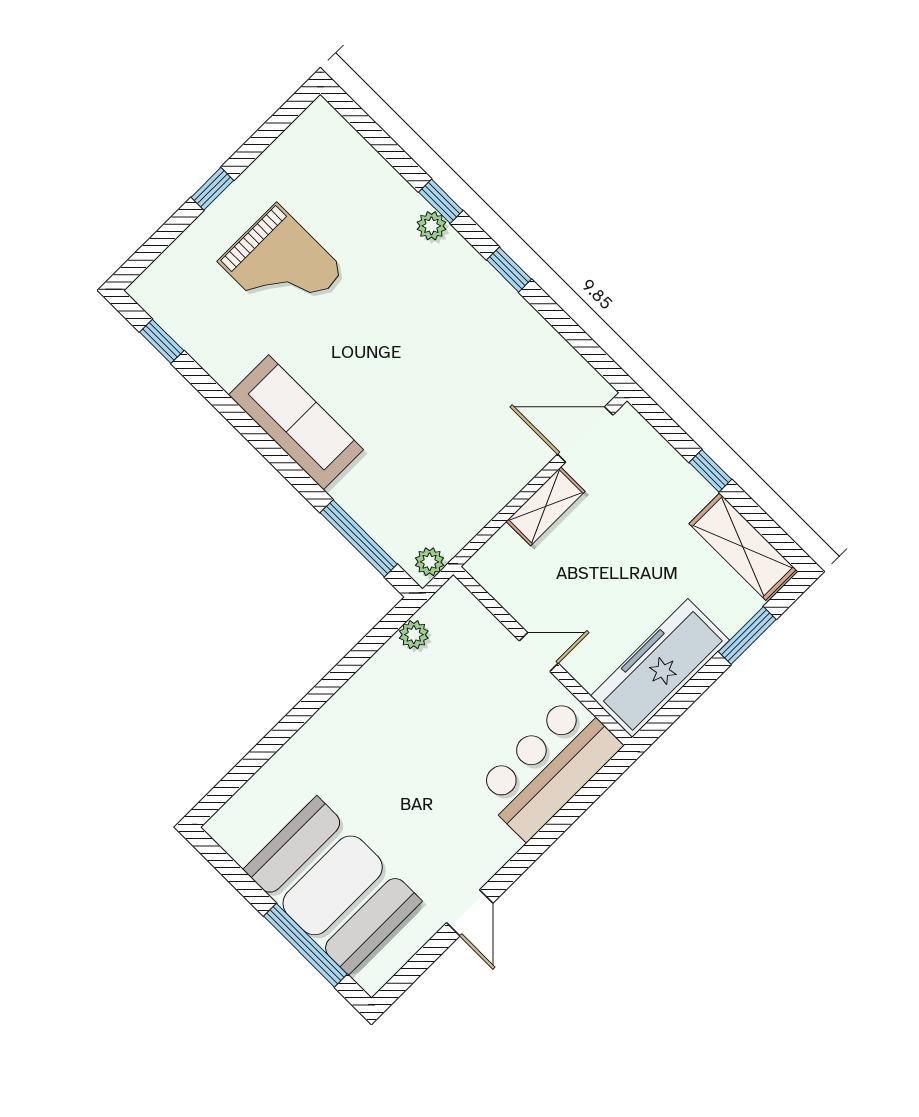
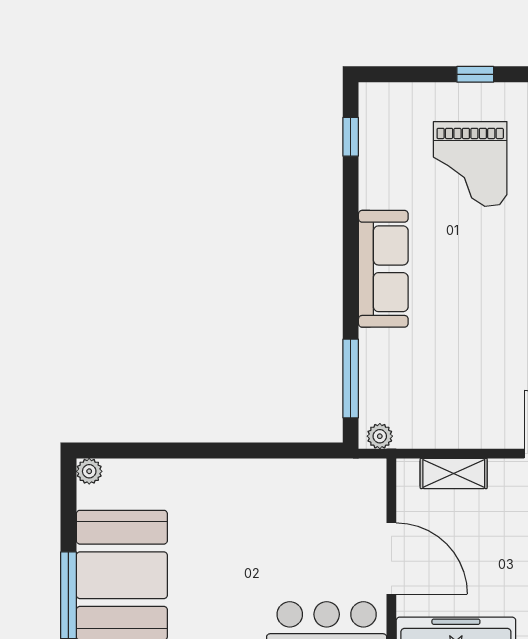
shelving: (546, 506) -> (454, 473), moved
plant: (414, 635) -> (89, 471), moved
door: (539, 652) -> (391, 559), width x1.87

